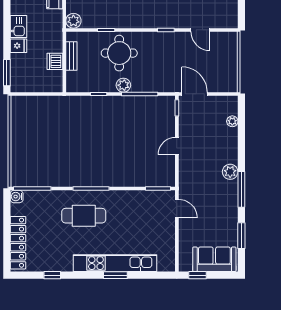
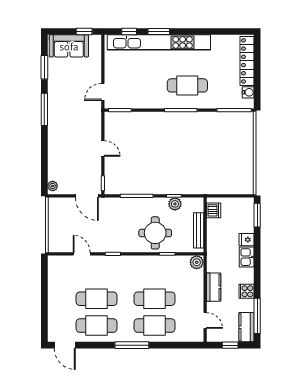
bench: (71, 56) -> (199, 230), width x1.36
dishwasher: (55, 61) -> (214, 210), moved
plant: (123, 85) -> (175, 204), moved
plant: (232, 121) -> (53, 186), moved
door: (177, 146) -> (103, 149), hinge flipped
plant: (230, 172) -> (55, 125), removed
water cooler: (17, 197) -> (248, 92), moved
door: (177, 209) -> (103, 92), hinge flipped
kitchen unit: (115, 263) -> (159, 42), width x1.36
window: (52, 275) -> (129, 31), moved

